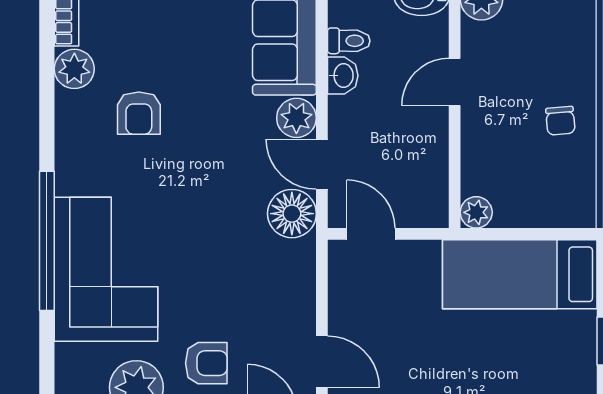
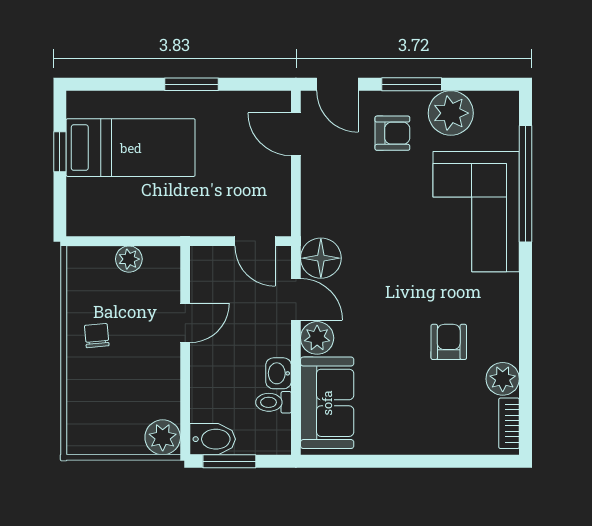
door: (455, 82) -> (185, 323), moved
plant: (476, 212) -> (129, 259), moved
window: (47, 241) -> (526, 184), moved
bed: (520, 274) -> (131, 148), moved
armchair: (206, 363) -> (392, 133), turned 180

